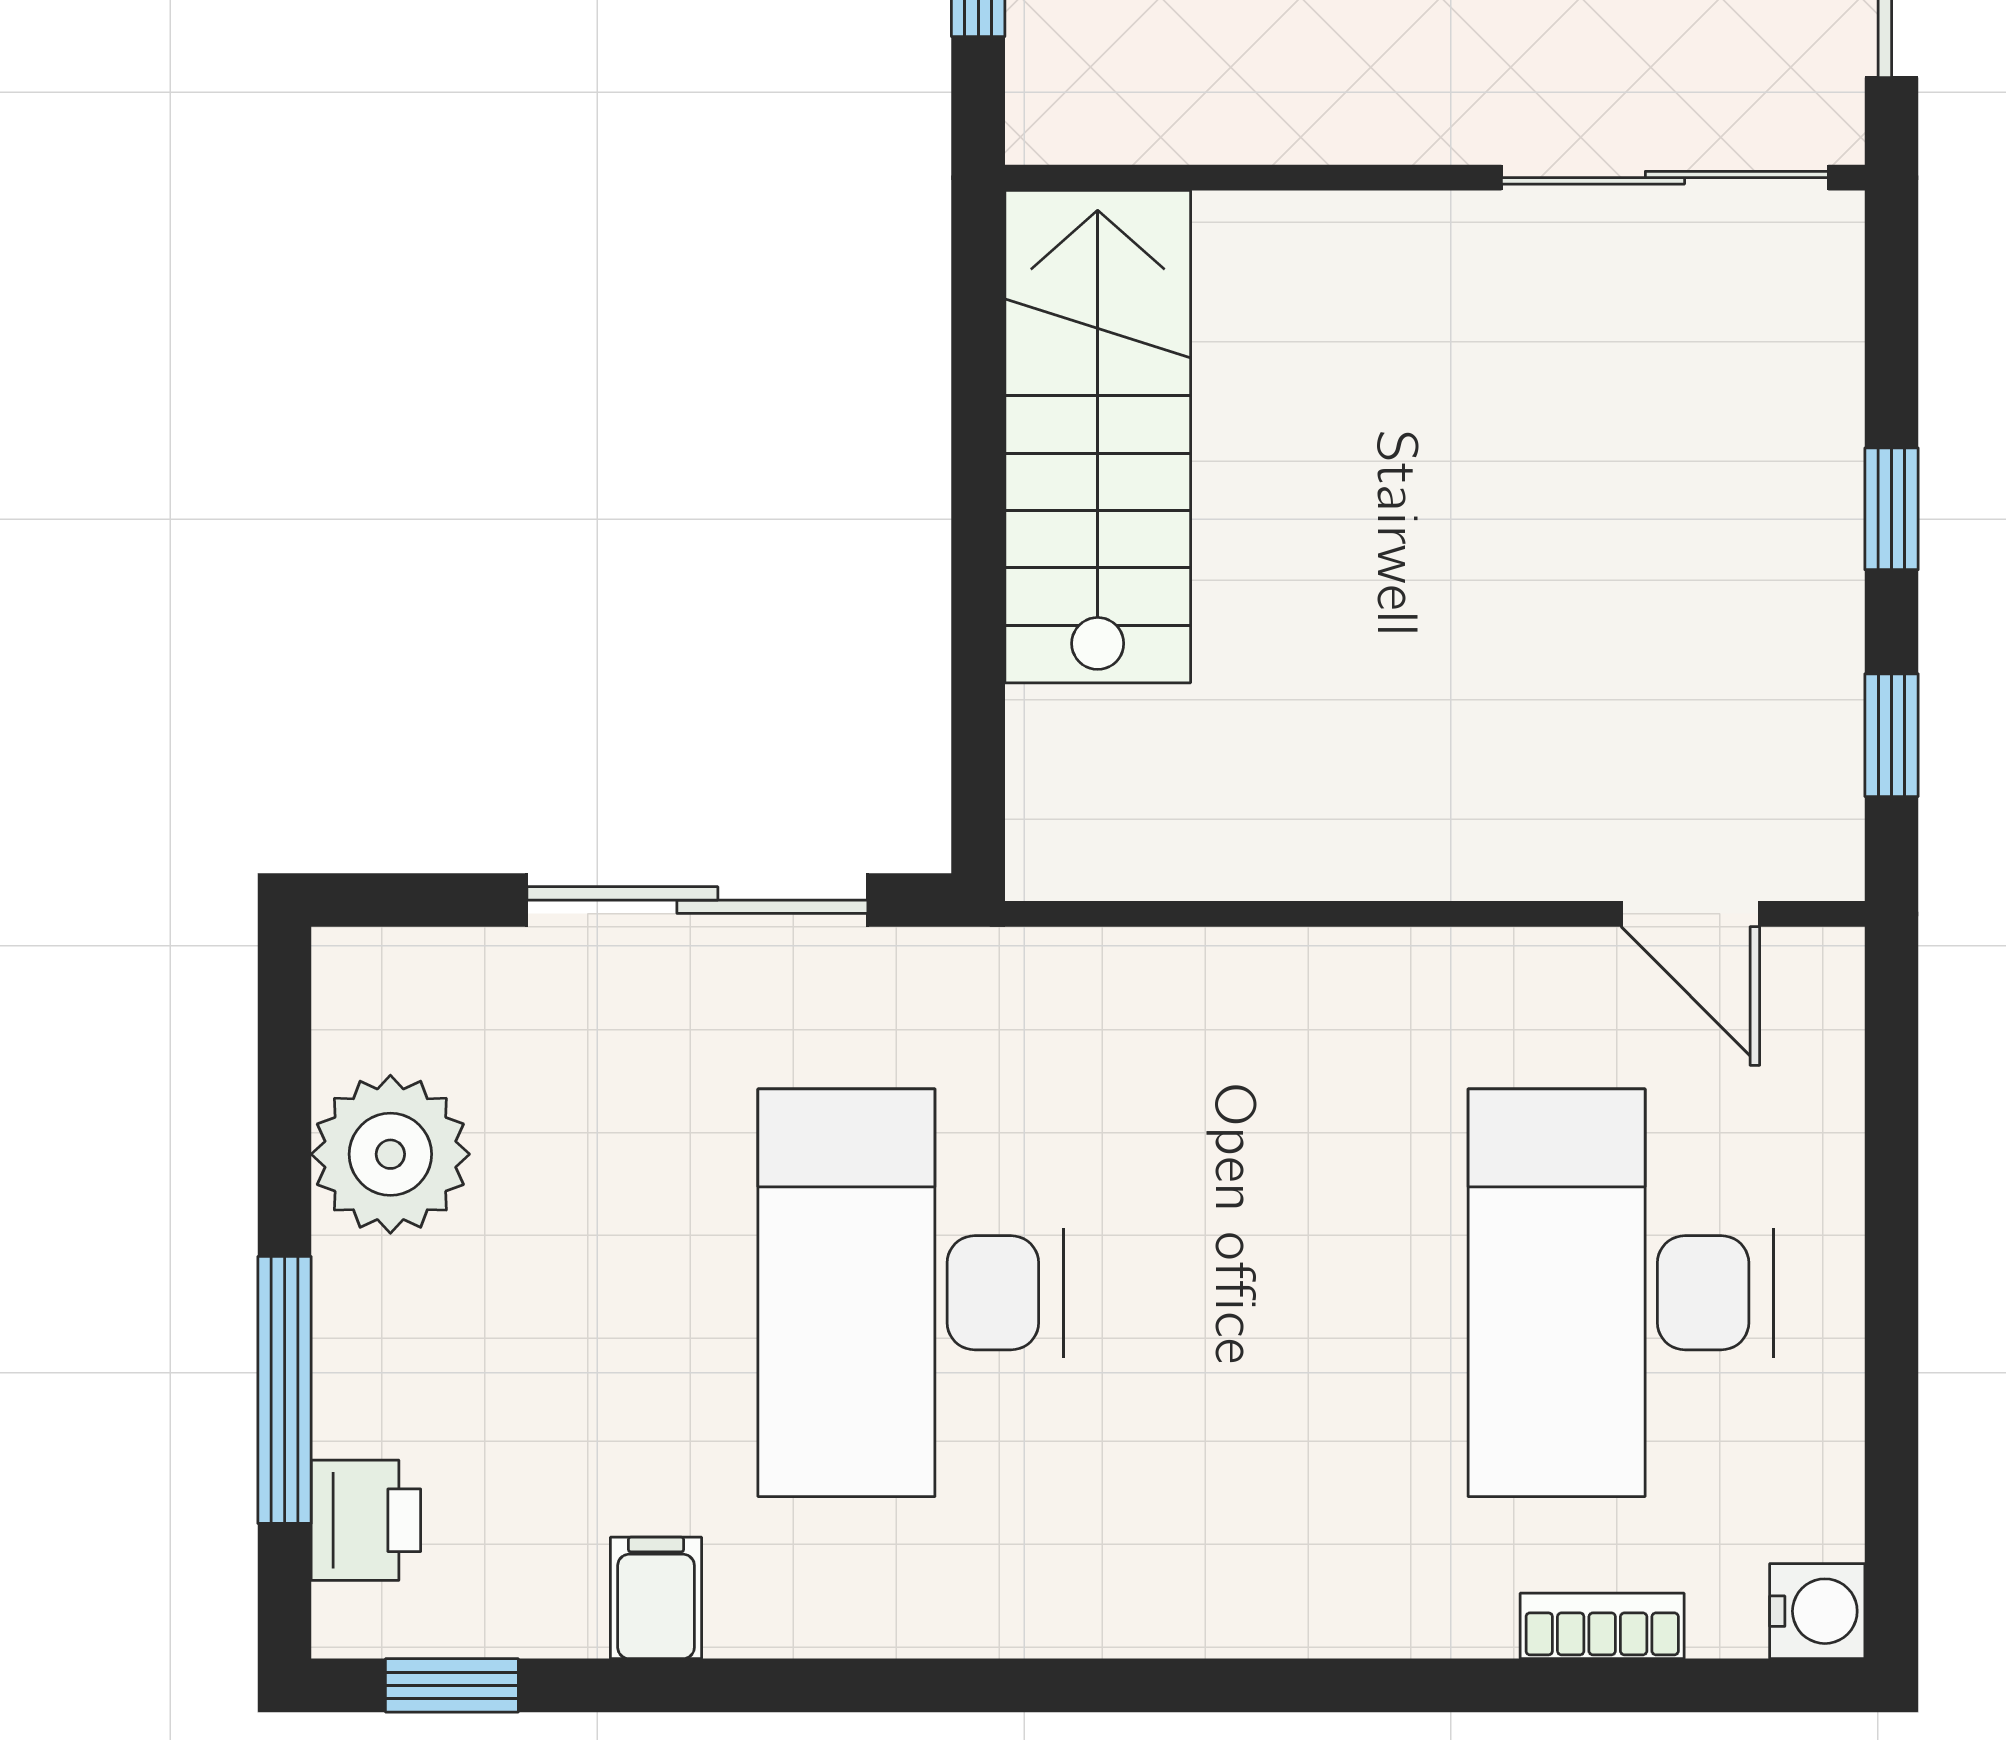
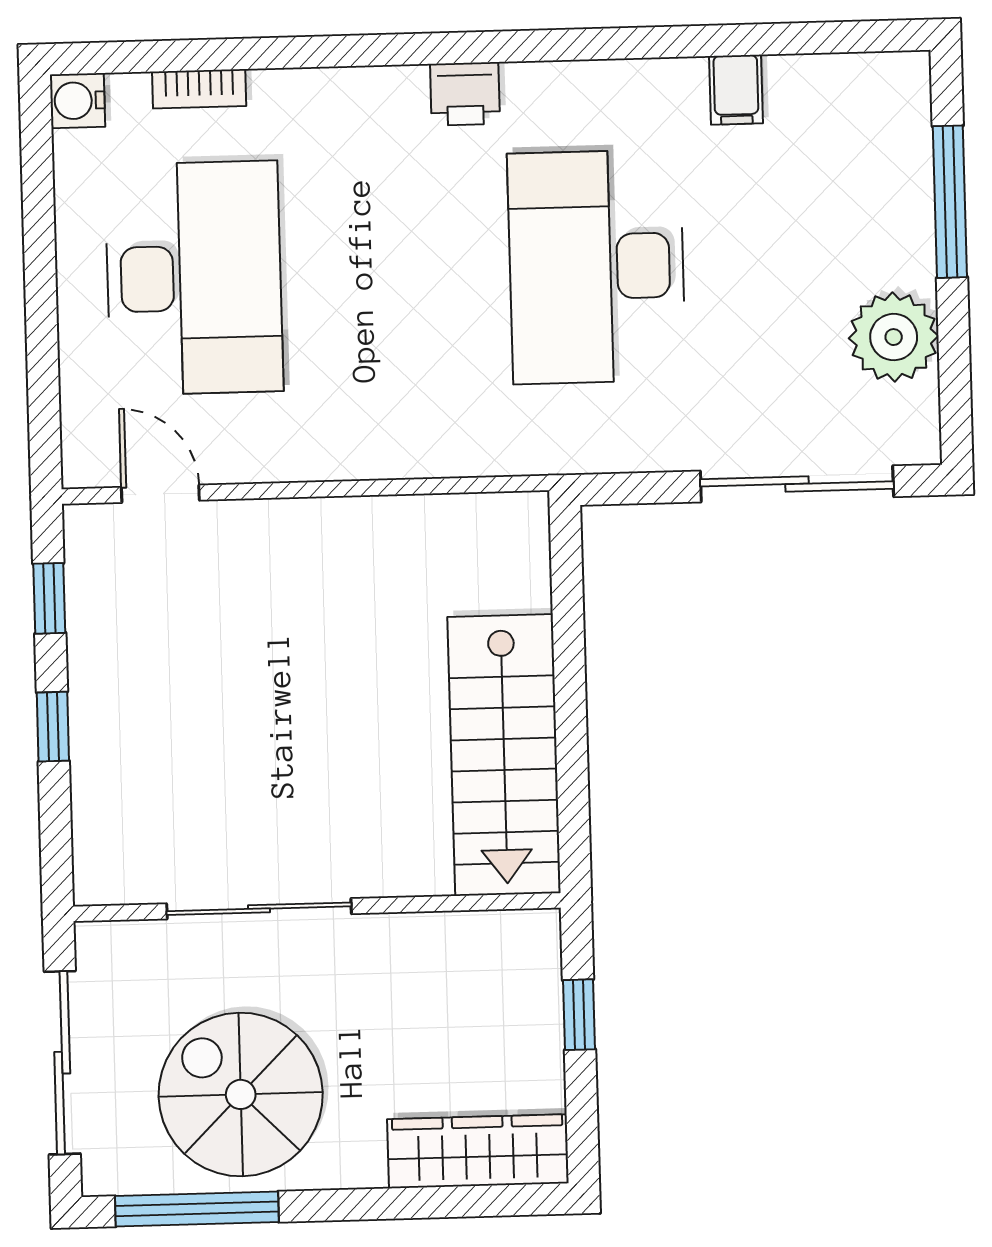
sliding door: (1665, 178) -> (259, 909), moved
sliding door: (697, 900) -> (797, 484), moved
desk: (910, 1293) -> (597, 267), turned 180
printer: (366, 1520) -> (465, 94), moved, turned -90
window: (452, 1685) -> (850, 37), removed

